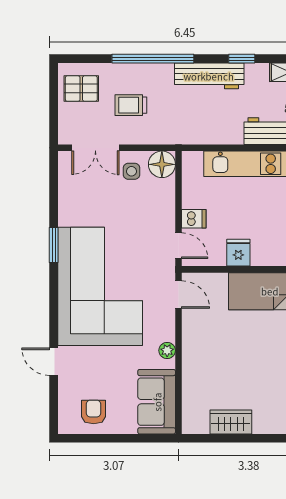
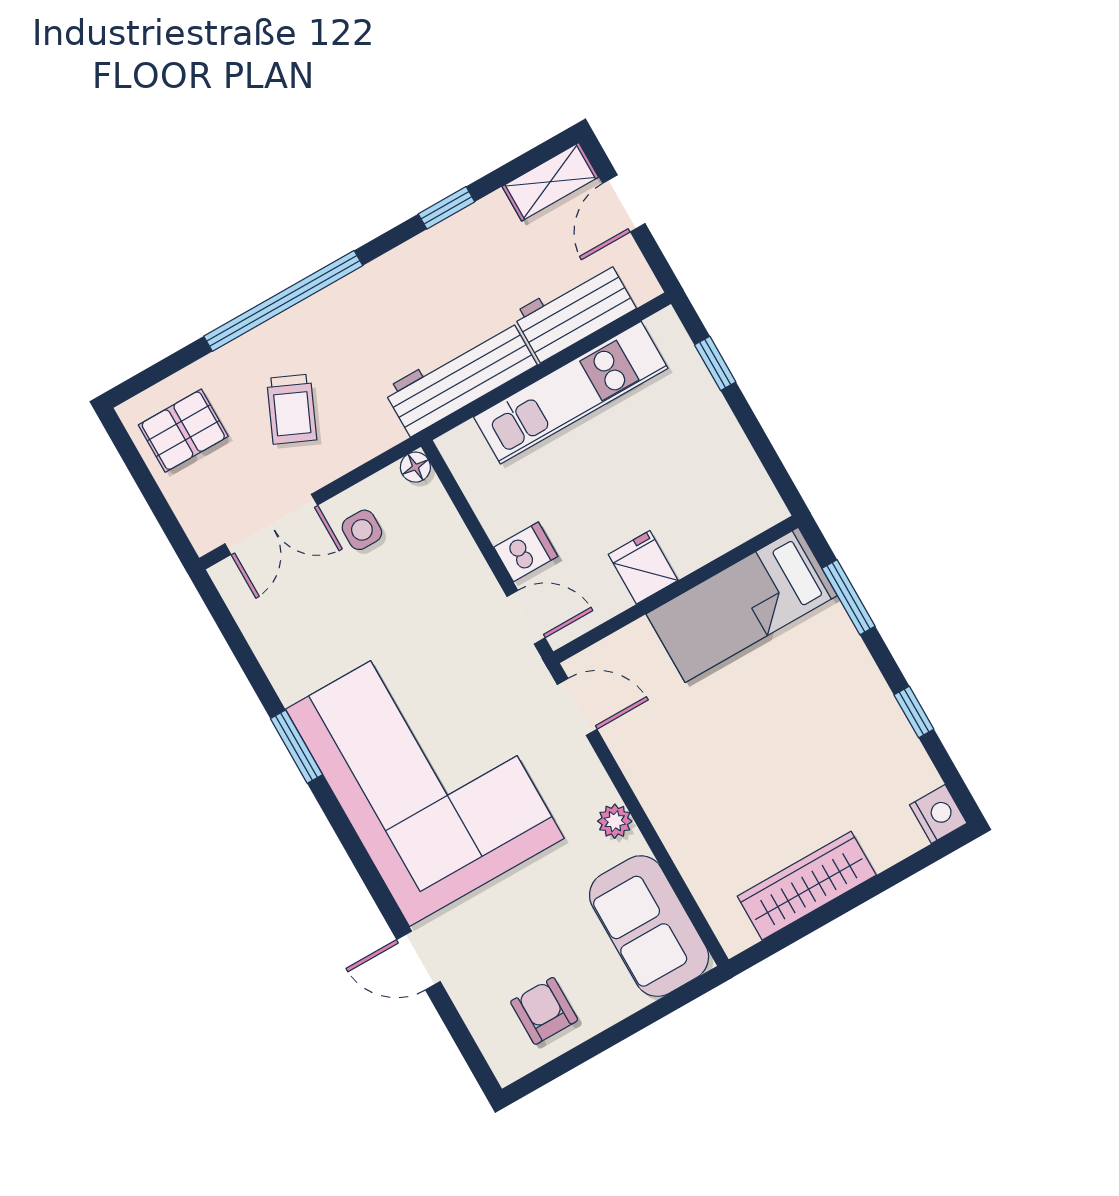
workbench: (209, 76) -> (460, 377), moved, turned 180
trolley: (131, 105) -> (292, 409), turned -66
floor lamp: (162, 164) -> (415, 467), width x0.53, depth x0.53
wardrobe: (231, 422) -> (807, 886), width x1.50

